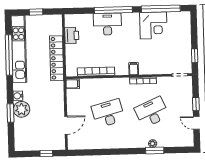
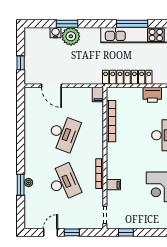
window: (9, 55) -> (132, 24), width x0.68
filing cabinet: (134, 69) -> (113, 185), moved
water cooler: (18, 96) -> (56, 33), moved
desk: (108, 113) -> (64, 133), turned 36

